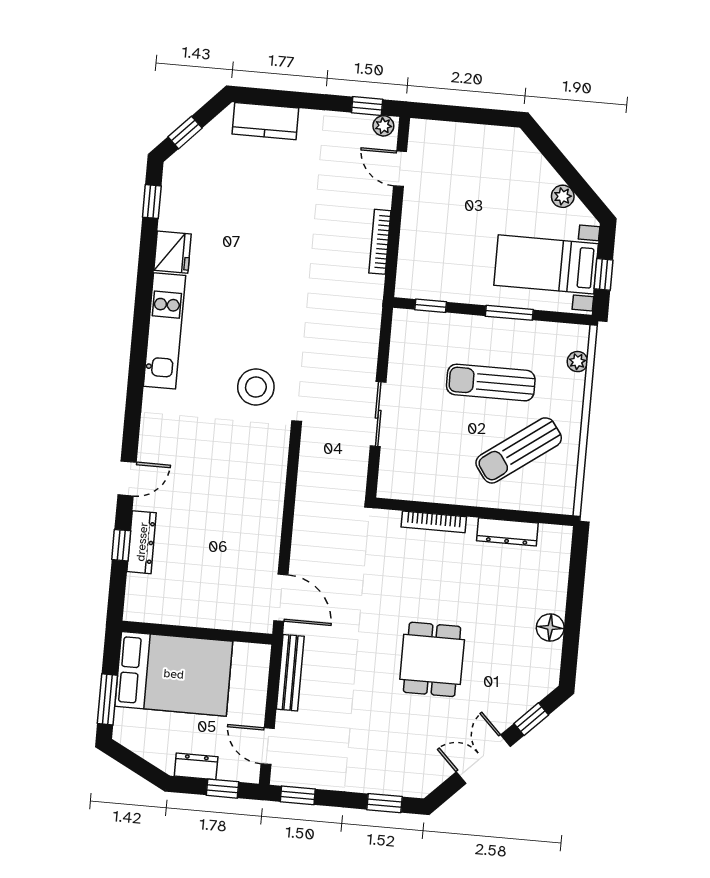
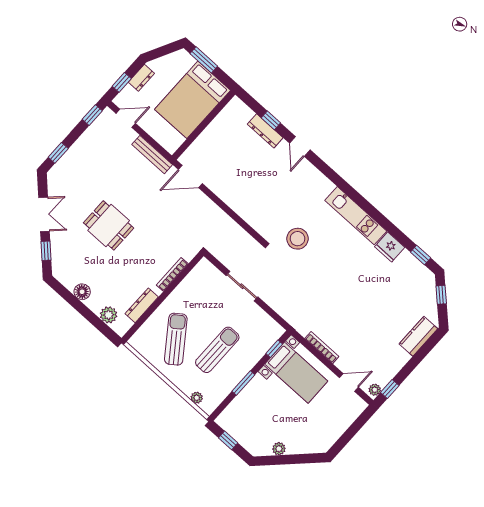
bed with nightstands: (546, 264) -> (296, 373), moved, turned 90
plant: (555, 567) -> (109, 315), added

